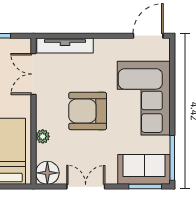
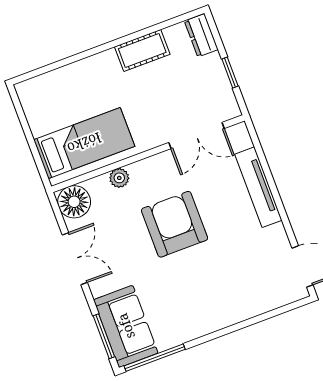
tv unit: (65, 45) -> (258, 187), moved
double door: (34, 74) -> (196, 136), swing flipped
corner sofa: (144, 98) -> (219, 291), removed

